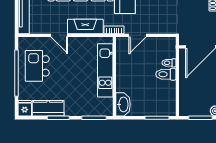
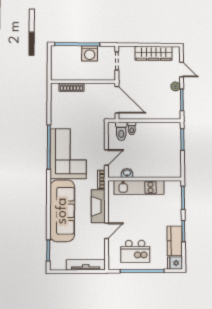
door: (138, 35) -> (106, 157), hinge flipped
toilet: (166, 74) -> (121, 131), moved
washbasin: (123, 104) -> (127, 173), moved, width x0.52, depth x0.69

